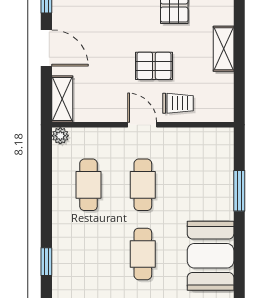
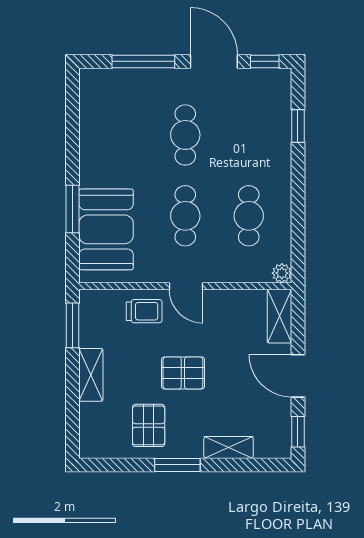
pallet: (154, 66) -> (183, 373), moved
window: (239, 91) -> (73, 325), added
trolley: (178, 103) -> (144, 311), turned 180
booth: (211, 256) -> (106, 229), moved

